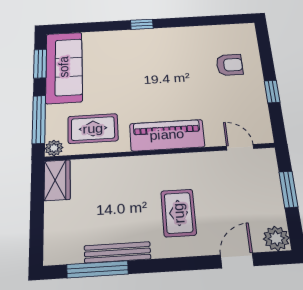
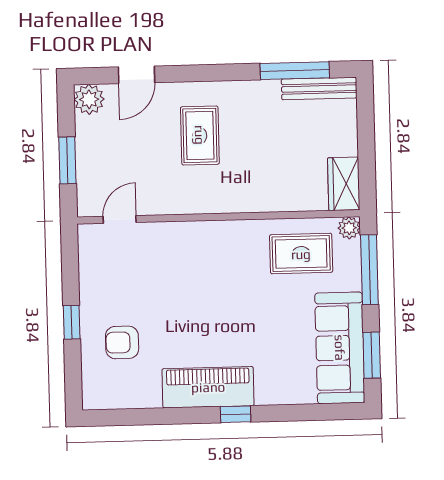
window: (272, 92) -> (72, 322), moved
piano: (167, 135) -> (208, 387), moved, turned 180
door: (240, 147) -> (120, 219), swing flipped
bench: (117, 252) -> (319, 89), moved

